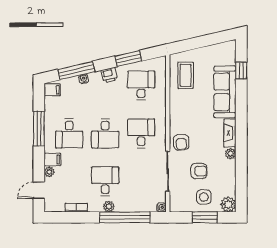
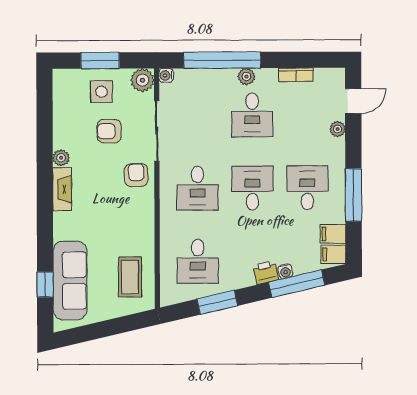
printer: (109, 75) -> (266, 272), moved
sofa: (225, 92) -> (70, 281), moved
filing cabinet: (52, 160) -> (333, 234), moved
plant: (228, 204) -> (142, 80), moved

